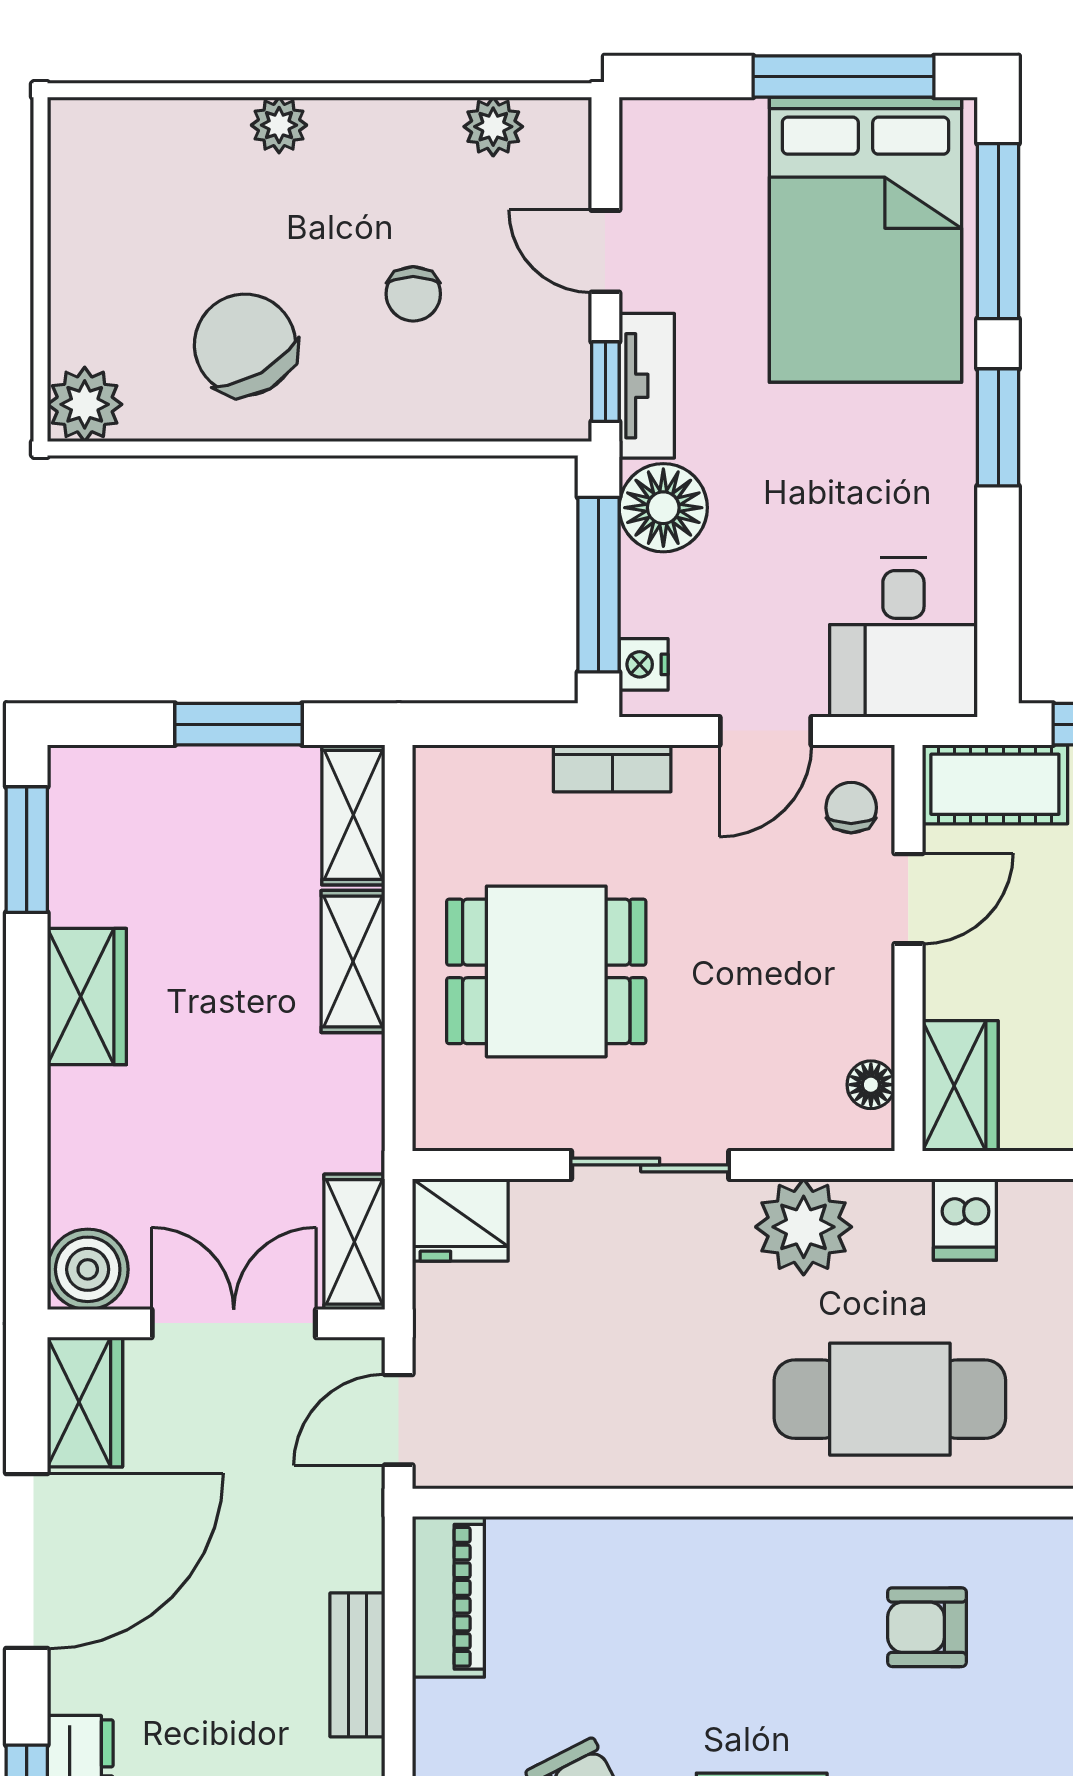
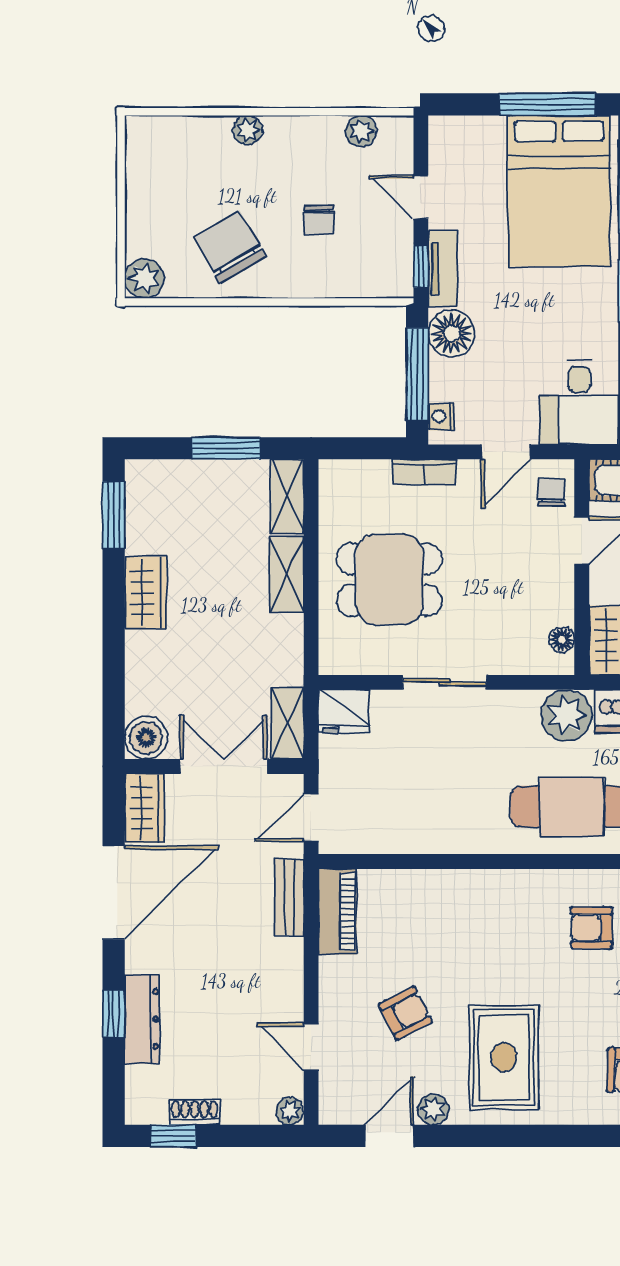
plant: (804, 1227) -> (566, 715), moved
bench: (357, 1665) -> (289, 897), moved

